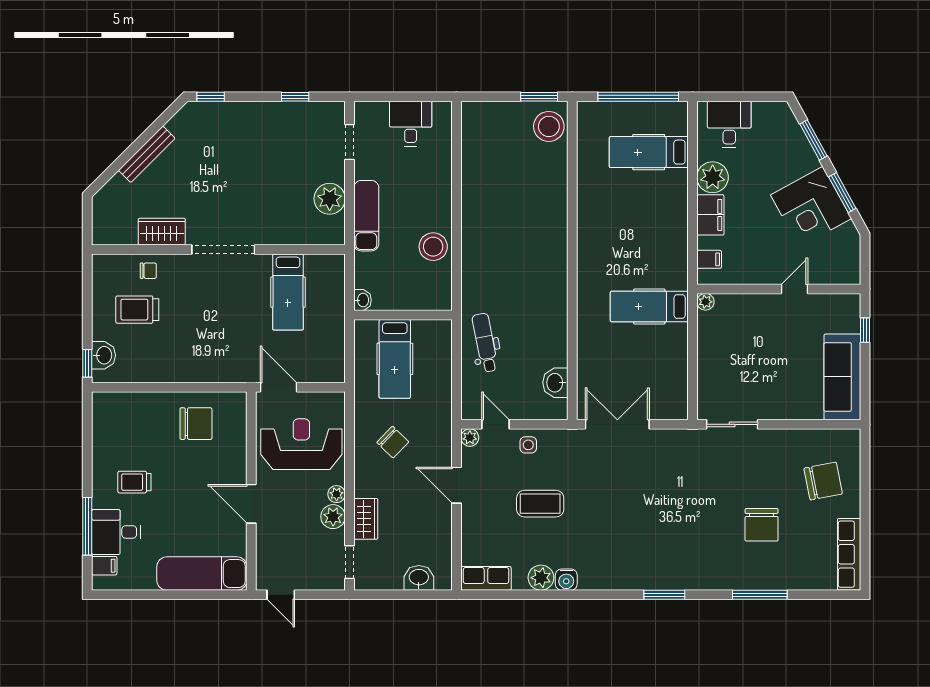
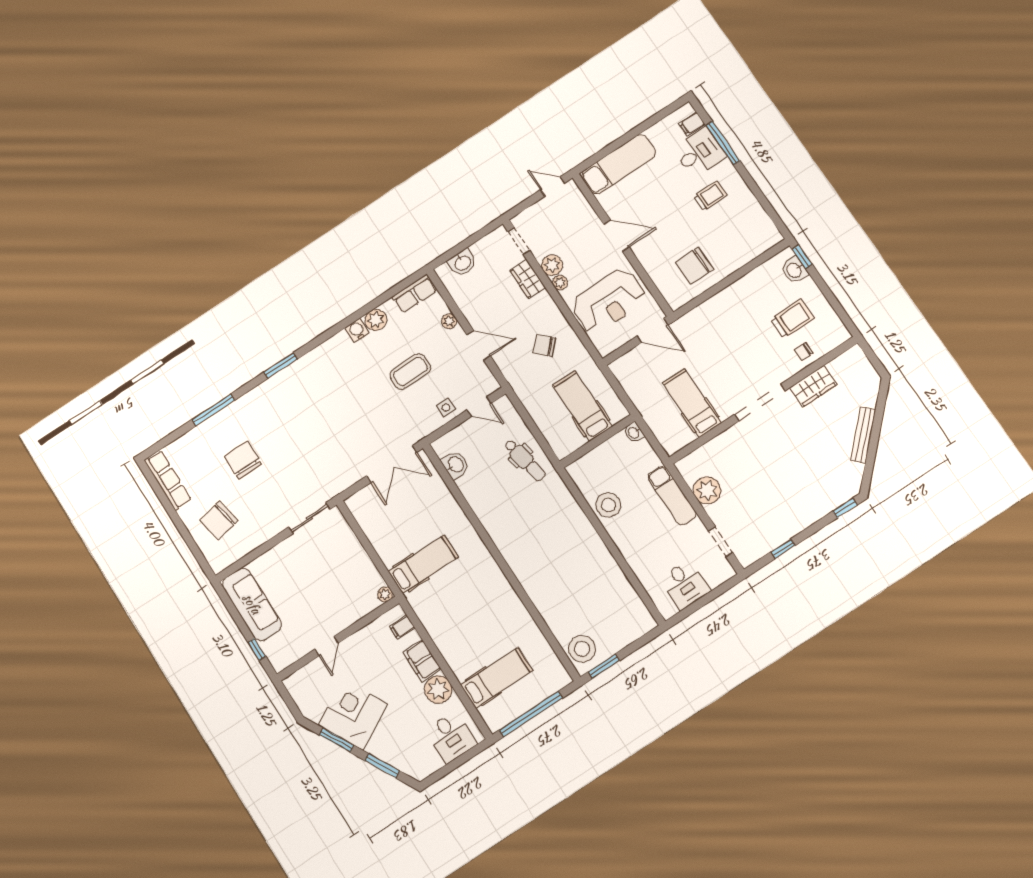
plant: (470, 438) -> (449, 321), moved

